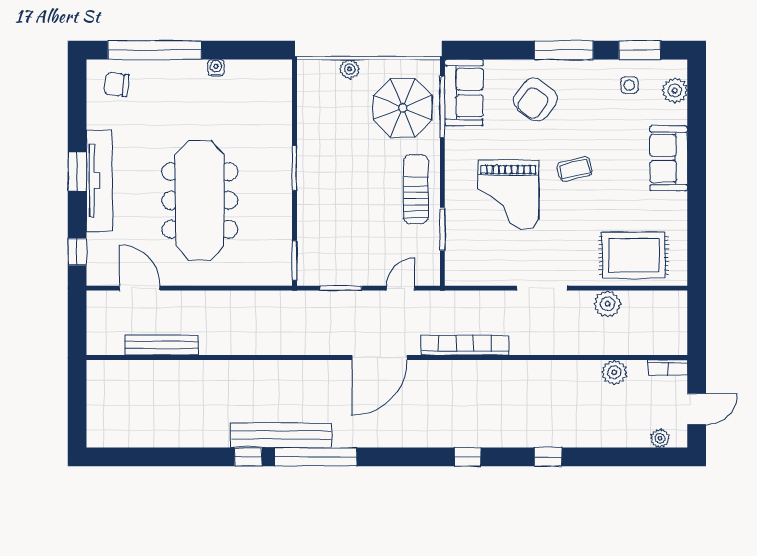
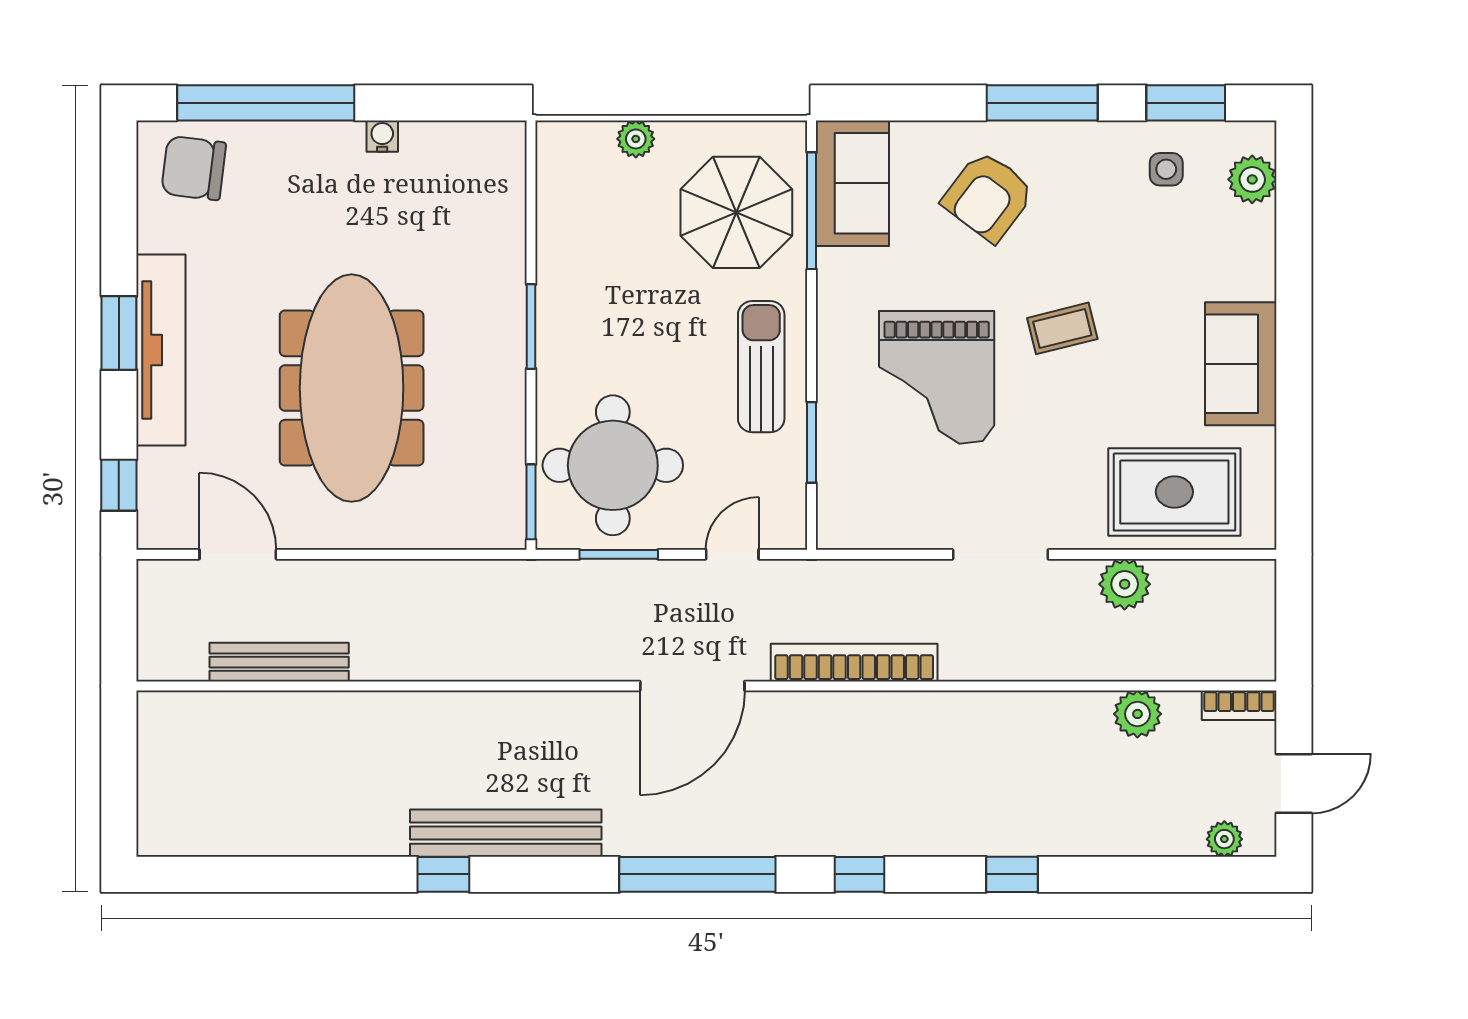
chair: (117, 84) -> (194, 168), width x1.37, depth x1.37
sofa: (669, 158) -> (1241, 364), moved
round table: (338, 241) -> (613, 465), added
window: (316, 457) -> (697, 874), moved

